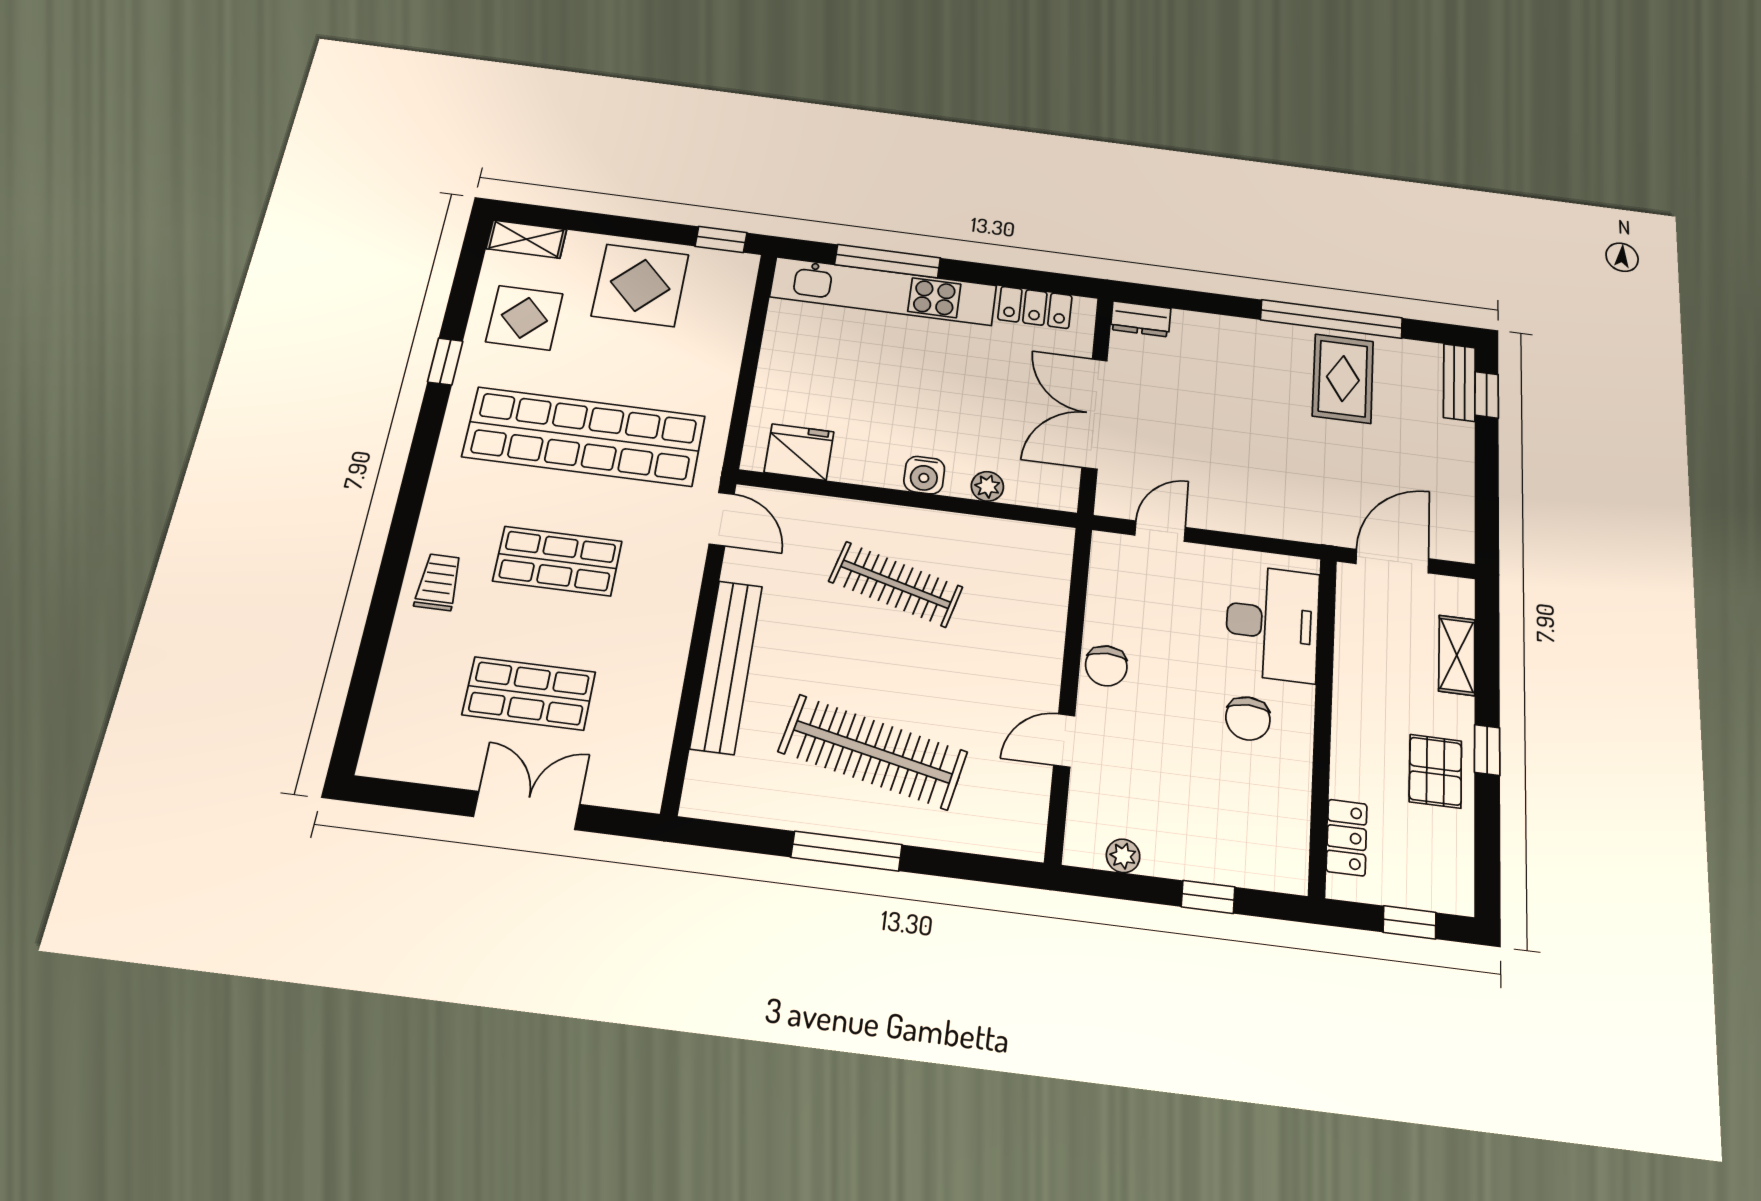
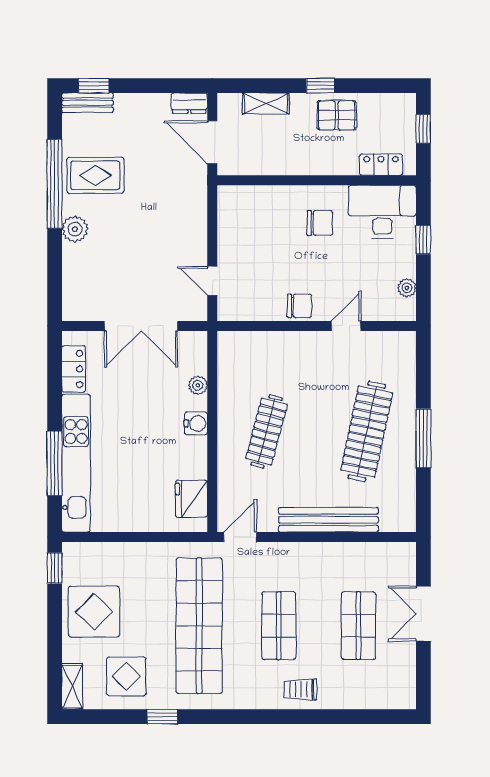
dresser: (1141, 319) -> (189, 103), moved, turned 90
plant: (1258, 338) -> (75, 229), added
desk: (1272, 623) -> (382, 212), moved
door: (1064, 740) -> (346, 326), swing flipped

